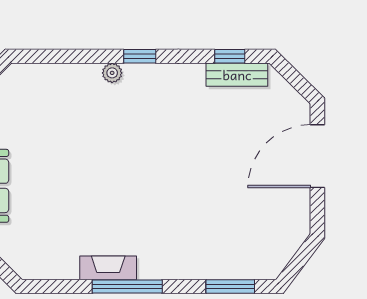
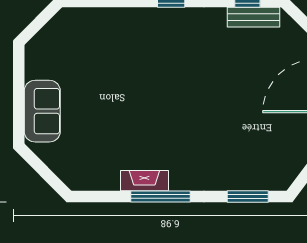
plant: (112, 73) -> (148, 16), removed

